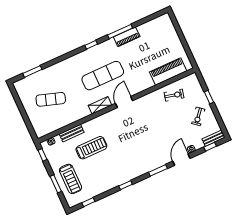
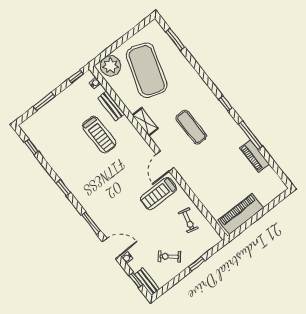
piano: (127, 37) -> (255, 156), moved
piano: (168, 71) -> (241, 214), moved, turned -90
exercise mat: (103, 76) -> (191, 127), width x0.73, depth x0.69
exercise mat: (51, 99) -> (147, 70), width x2.00, depth x1.45
door: (124, 102) -> (165, 161), swing flipped
shelving: (100, 105) -> (145, 122), moved
plant: (41, 126) -> (110, 66), added
treadmill: (70, 179) -> (158, 194), moved

